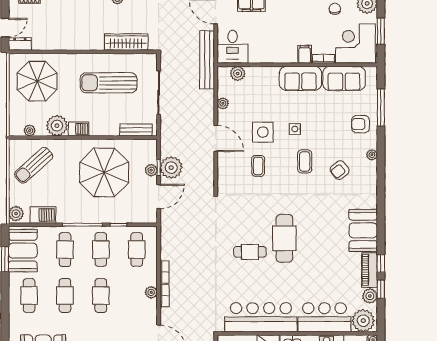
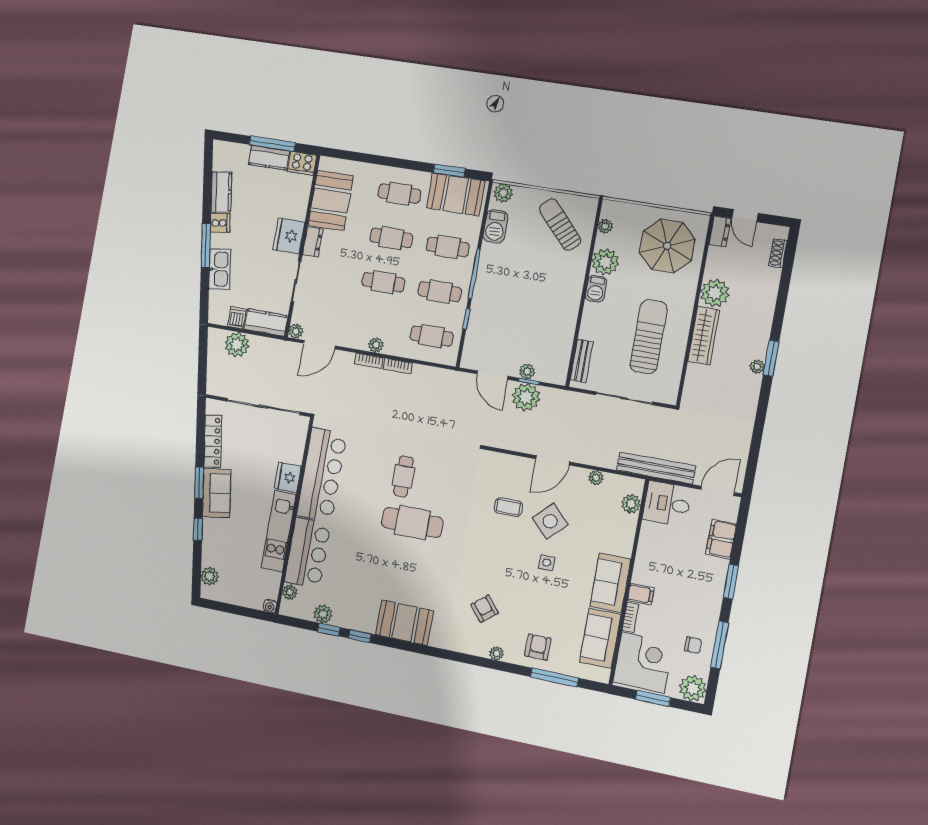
plant: (67, 40) -> (715, 293), added
wardrobe: (126, 42) -> (704, 336), moved
side table: (263, 132) -> (550, 521), turned 45
coffee table: (305, 161) -> (503, 567), removed
parasol: (104, 172) -> (535, 312), removed
piano: (370, 270) -> (355, 620), removed
plant: (363, 321) -> (290, 592), width x0.53, depth x0.53

